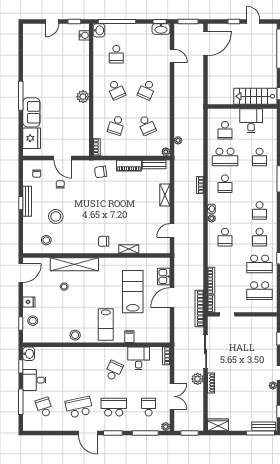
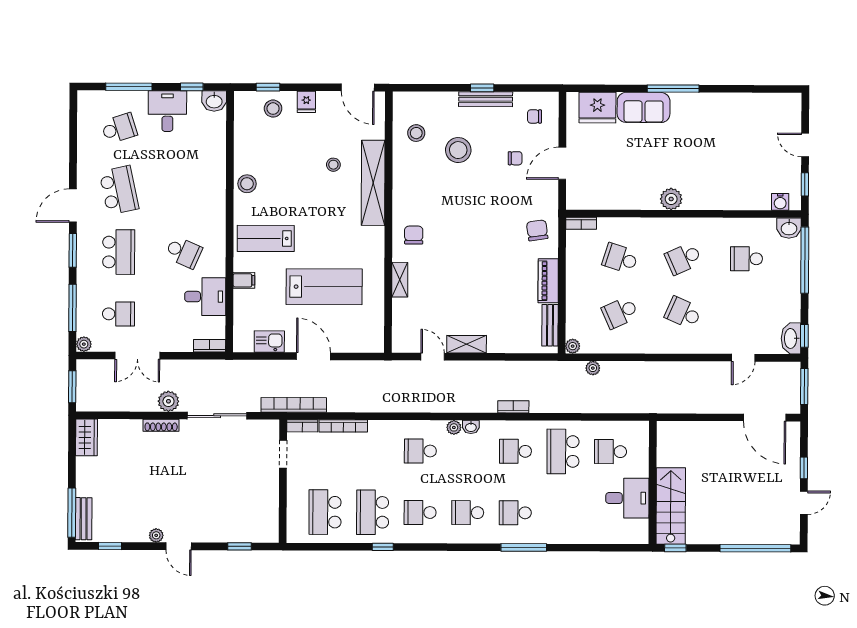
school desk: (260, 157) -> (515, 513), moved
shelving: (165, 195) -> (467, 344), moved
kitchen sink: (164, 277) -> (269, 342), moved

